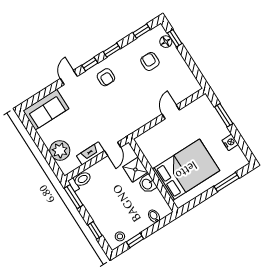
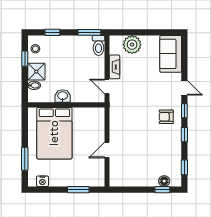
armchair: (150, 61) -> (157, 159), removed
door: (171, 112) -> (107, 150), swing flipped
nightstand: (230, 142) -> (42, 181), moved
shower: (135, 170) -> (36, 72), moved

